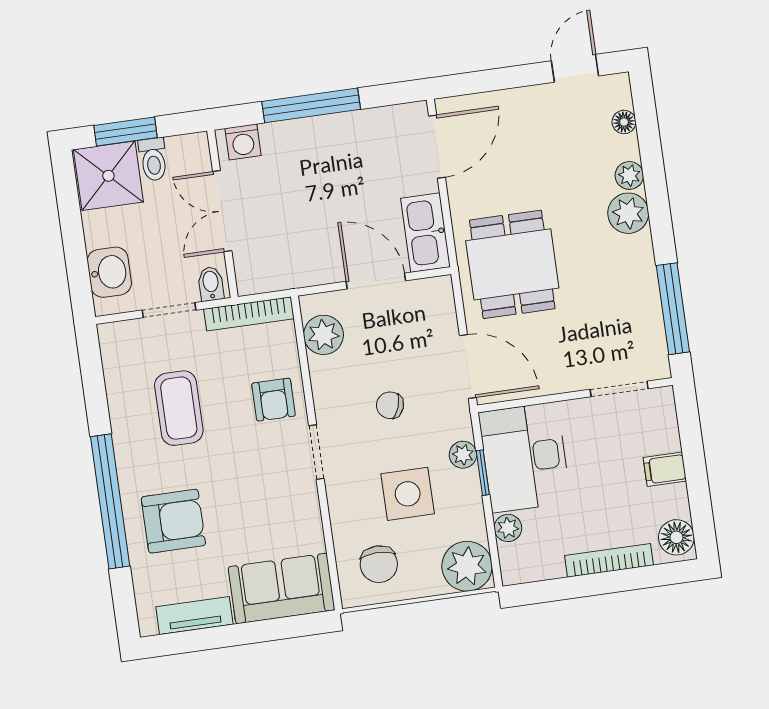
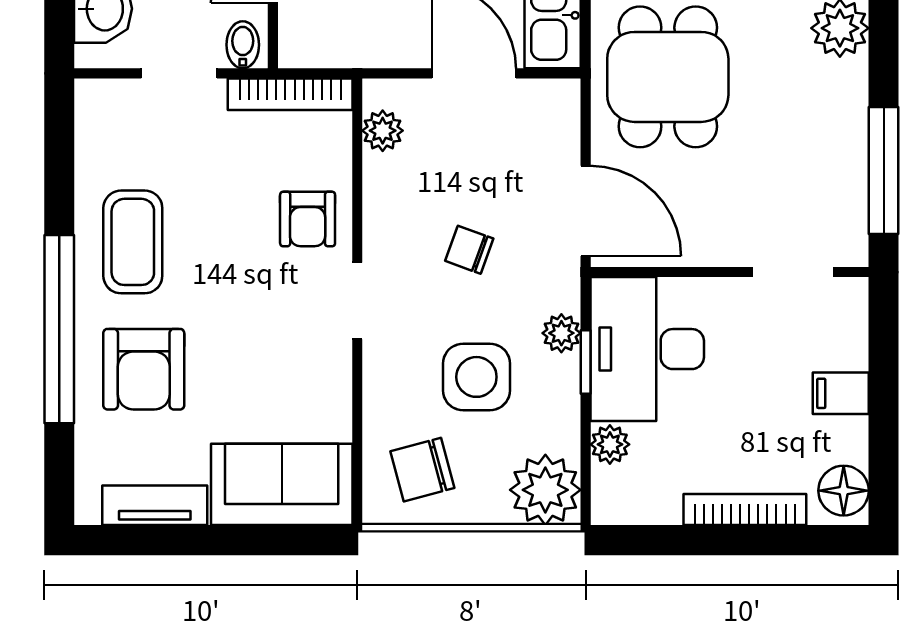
plant: (323, 335) -> (383, 131), width x0.73, depth x0.73
coffee table: (179, 408) -> (133, 242), moved
armchair: (173, 521) -> (144, 369), turned 90
chair: (379, 564) -> (422, 470), turned 75

